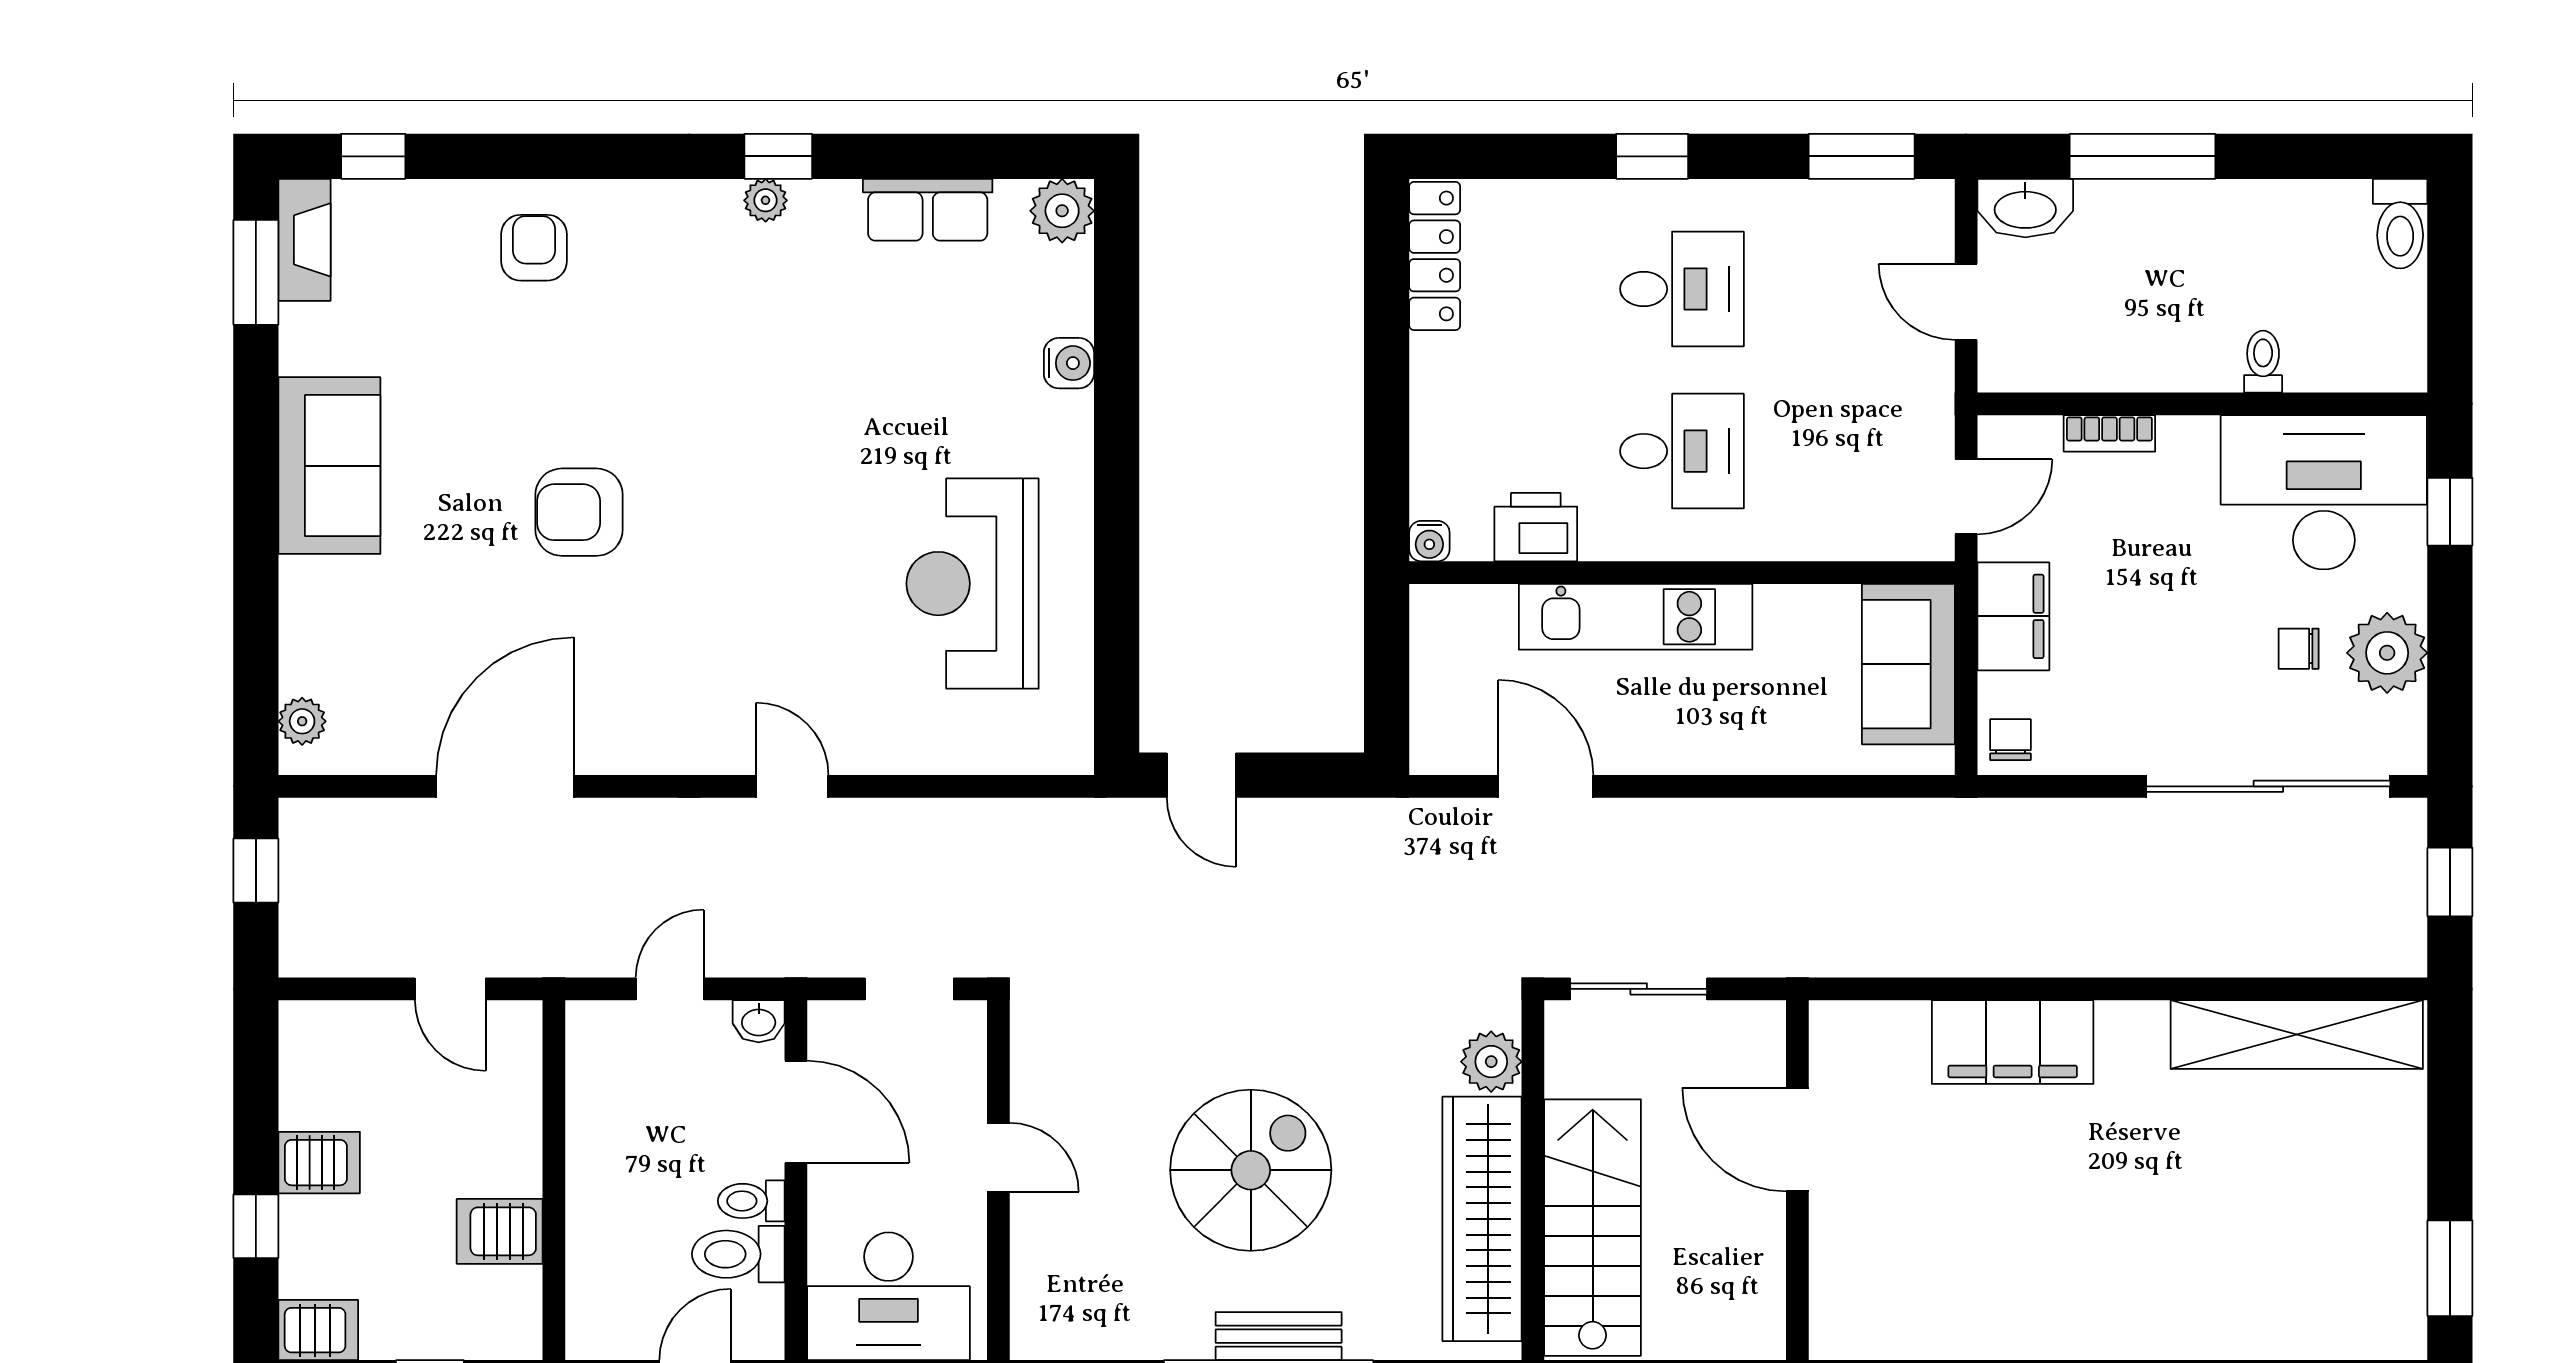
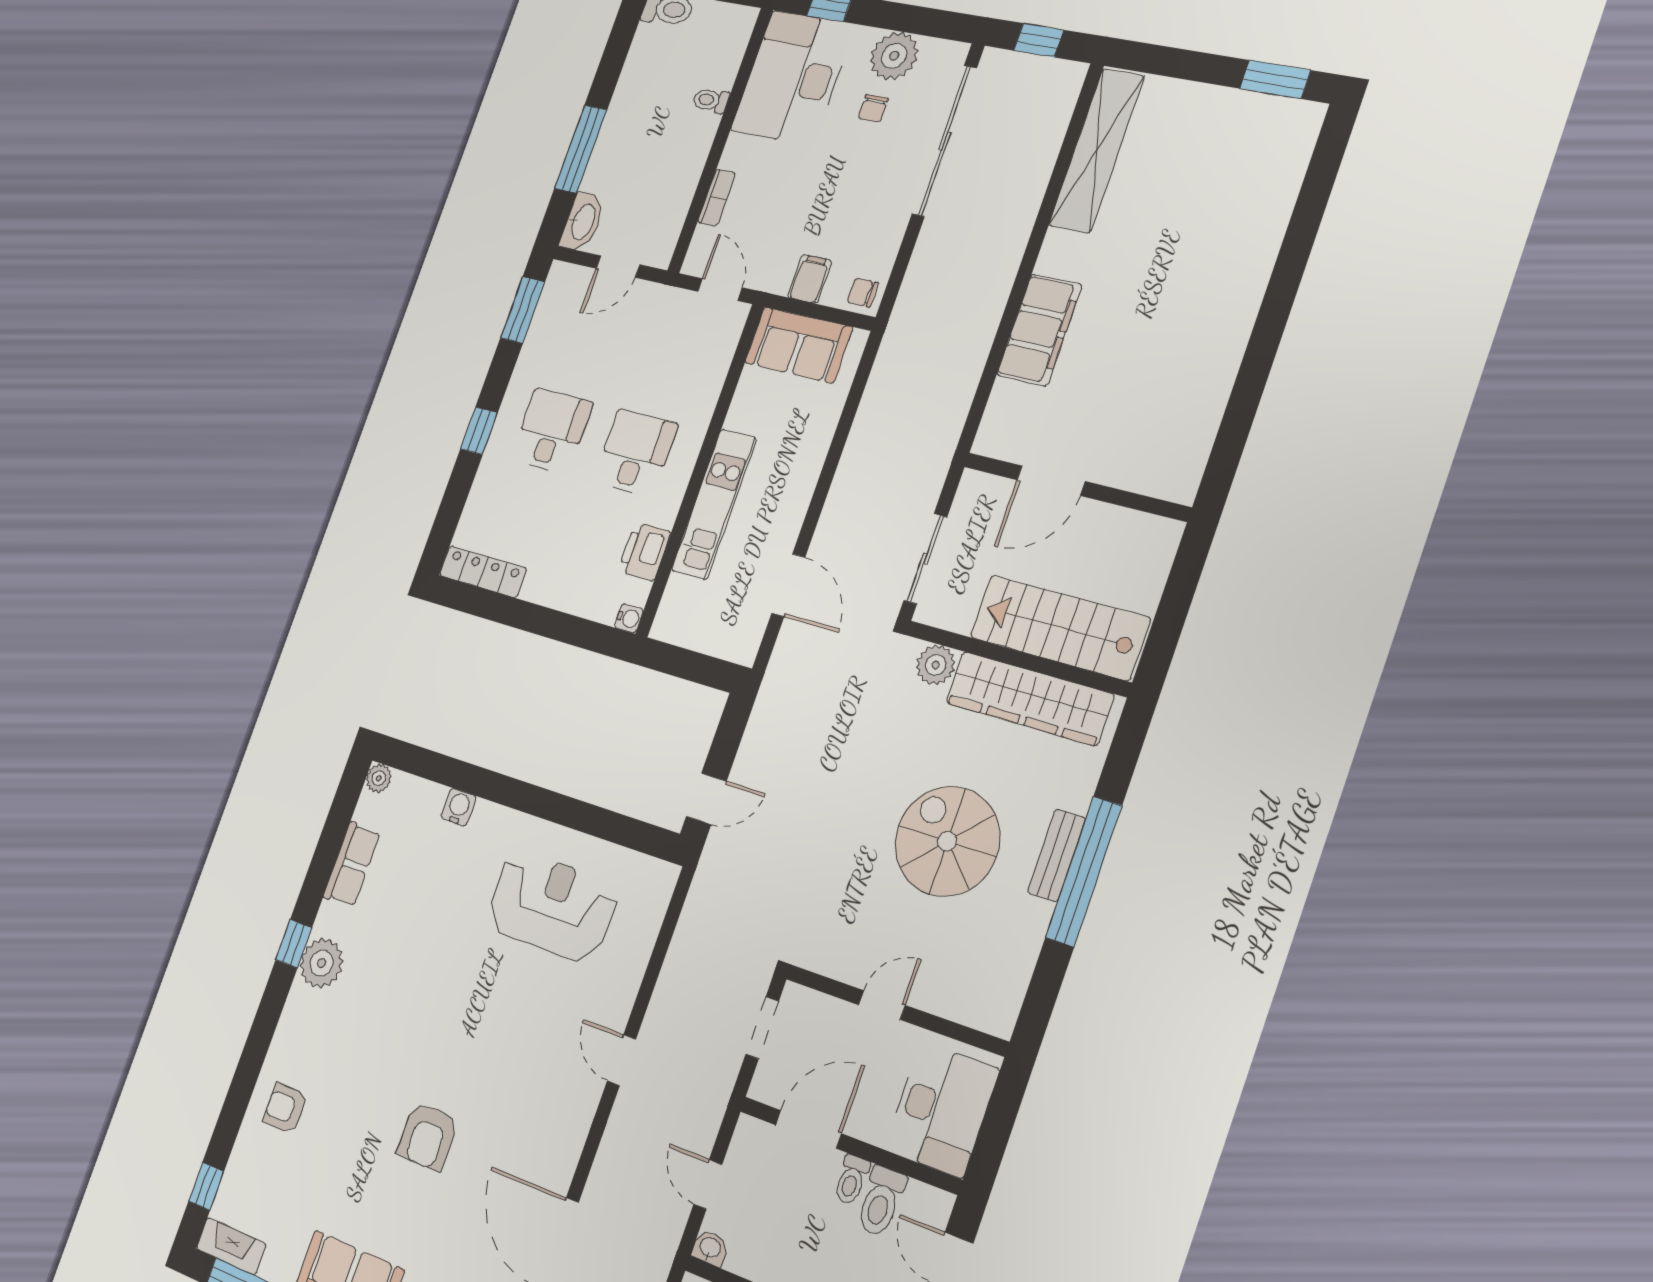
plant: (766, 200) -> (322, 963), width x1.87, depth x1.87
plant: (1062, 211) -> (379, 778), width x0.73, depth x0.73
reception desk: (973, 584) -> (552, 906), turned 180
filing cabinet: (2013, 616) -> (810, 279), width x0.50
door: (792, 786) -> (621, 1060), hinge flipped
door: (1546, 786) -> (788, 585), swing flipped
washbasin: (759, 1021) -> (710, 1248), moved, turned -90

